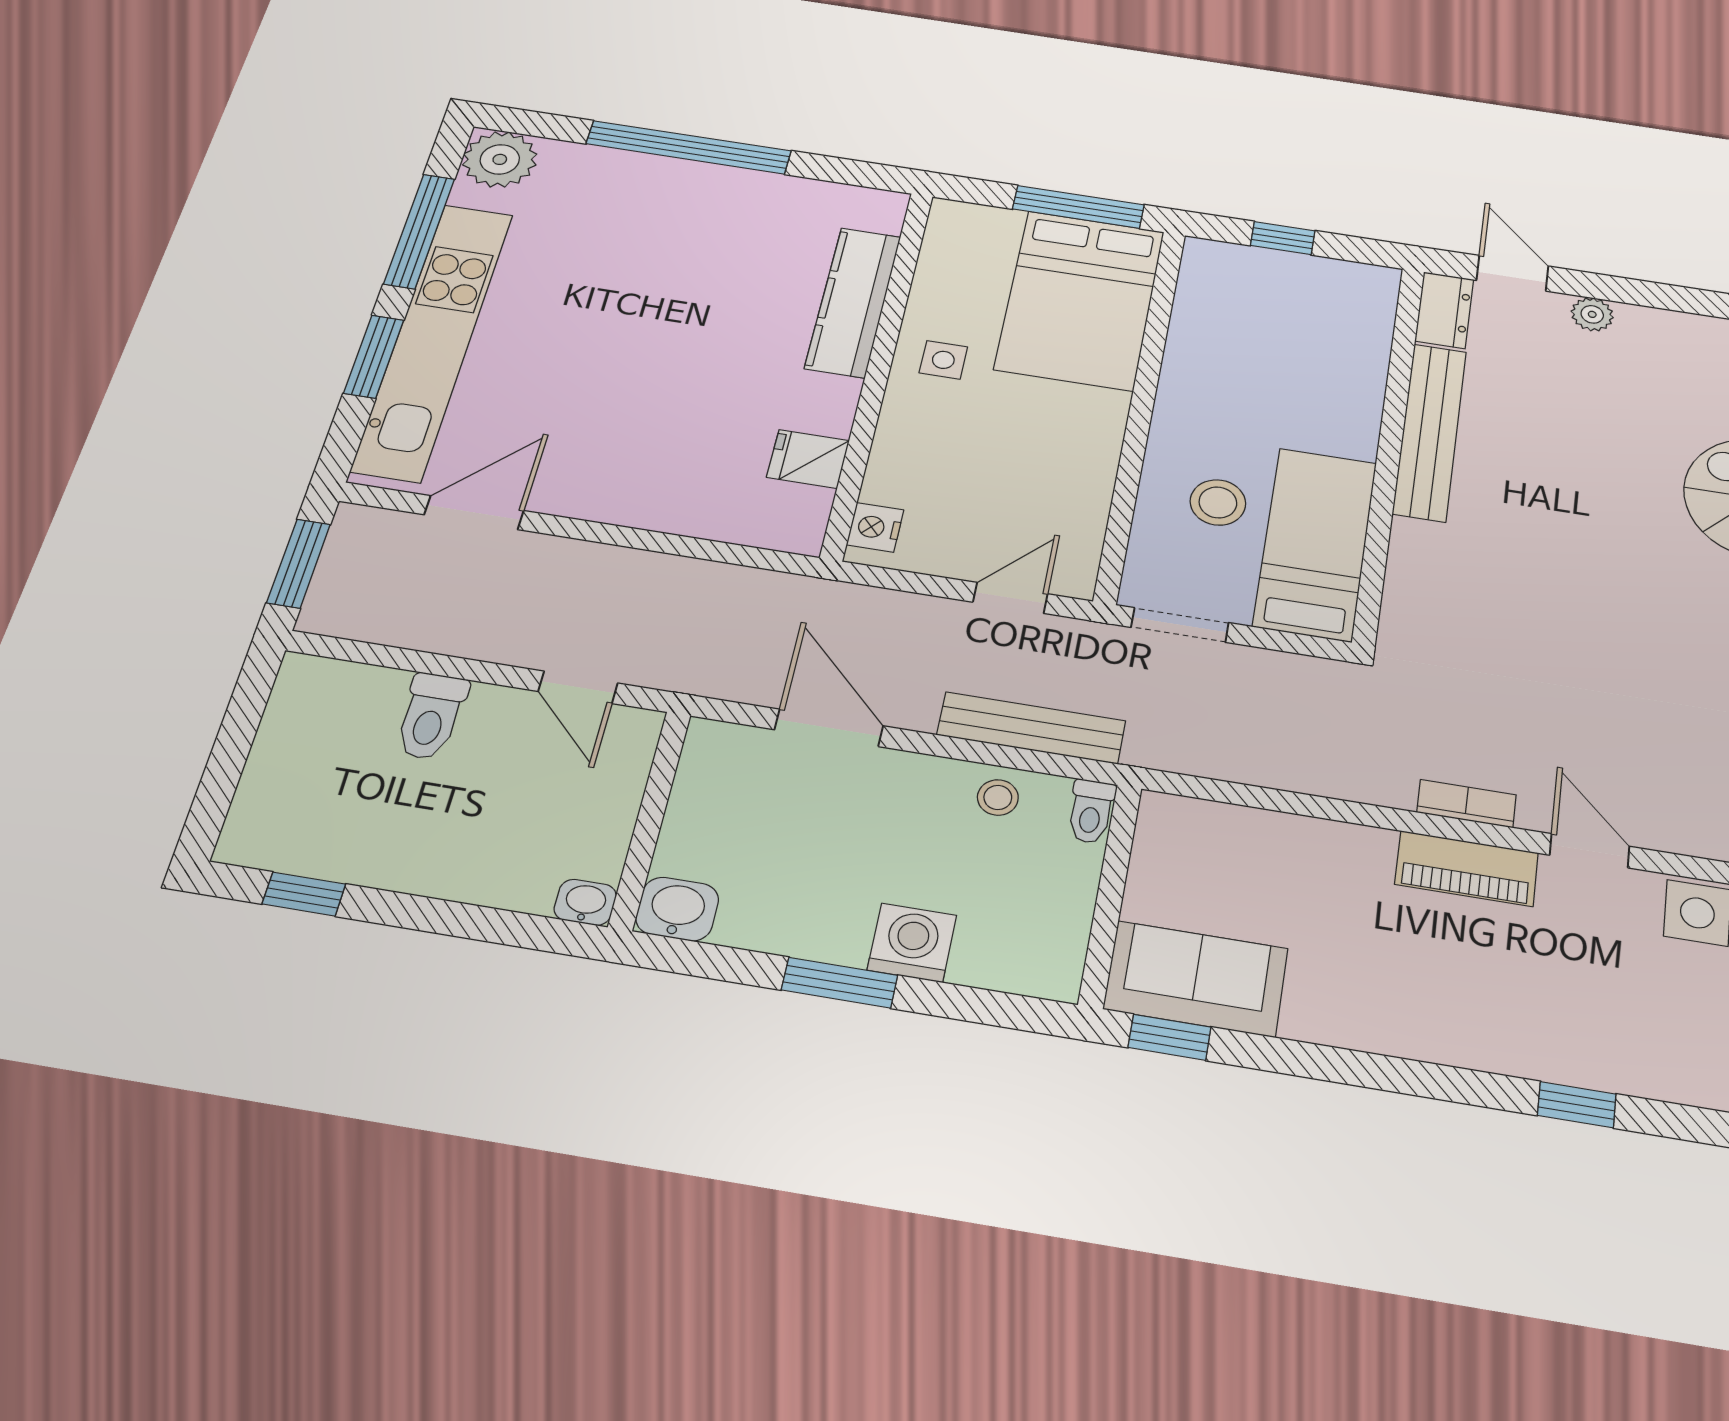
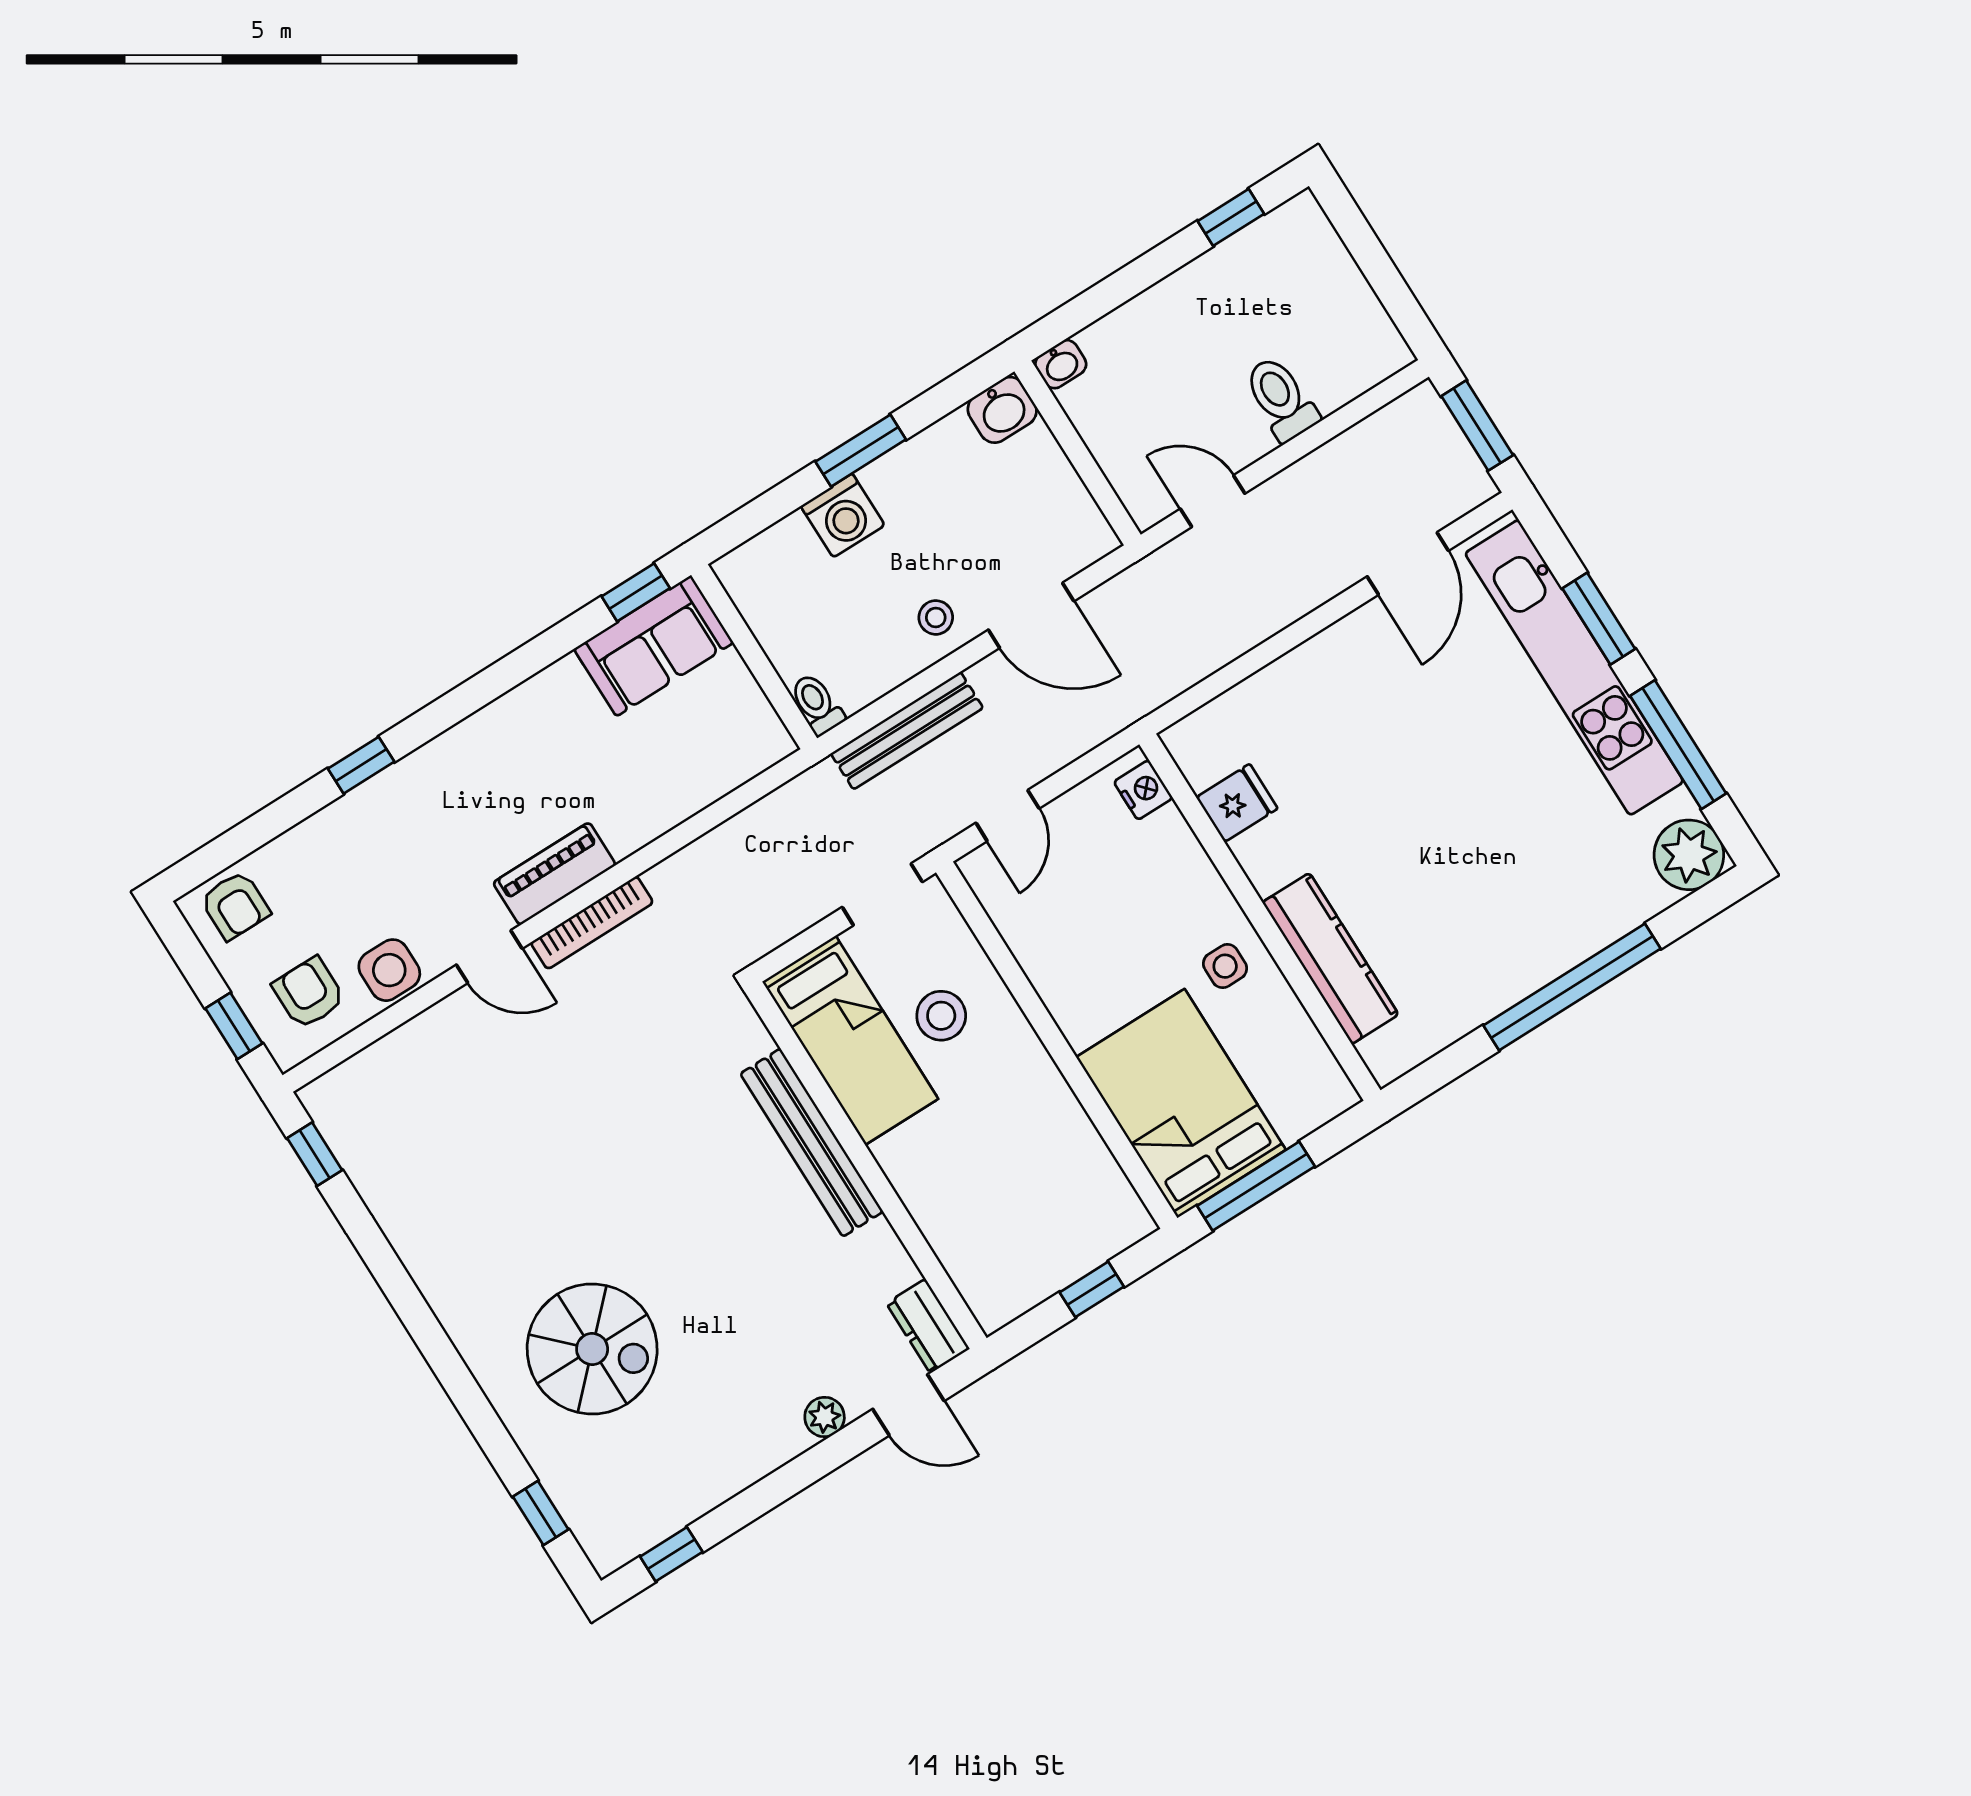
bench: (1430, 432) -> (812, 1143), moved
stool: (998, 797) -> (936, 617), moved
bookcase: (1467, 804) -> (592, 923), width x1.56

